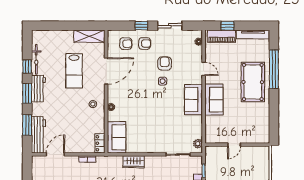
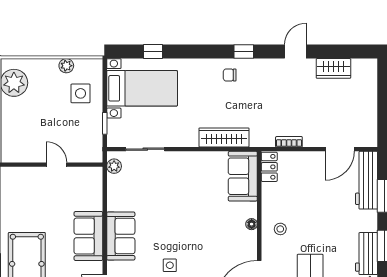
door: (234, 145) -> (57, 165), hinge flipped
wardrobe: (134, 162) -> (224, 137), width x1.50

